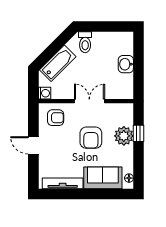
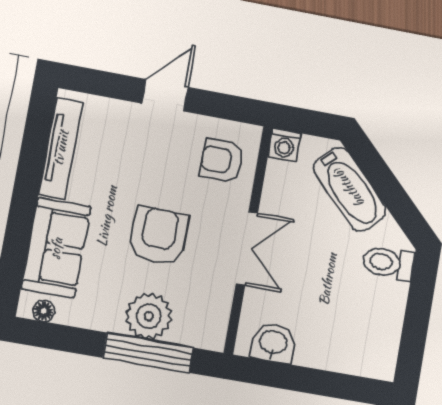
washbasin: (126, 64) -> (273, 343), moved
armchair: (56, 118) -> (222, 160), turned 90
window: (138, 133) -> (148, 353), width x2.17
armchair: (91, 138) -> (159, 236), turned 90

